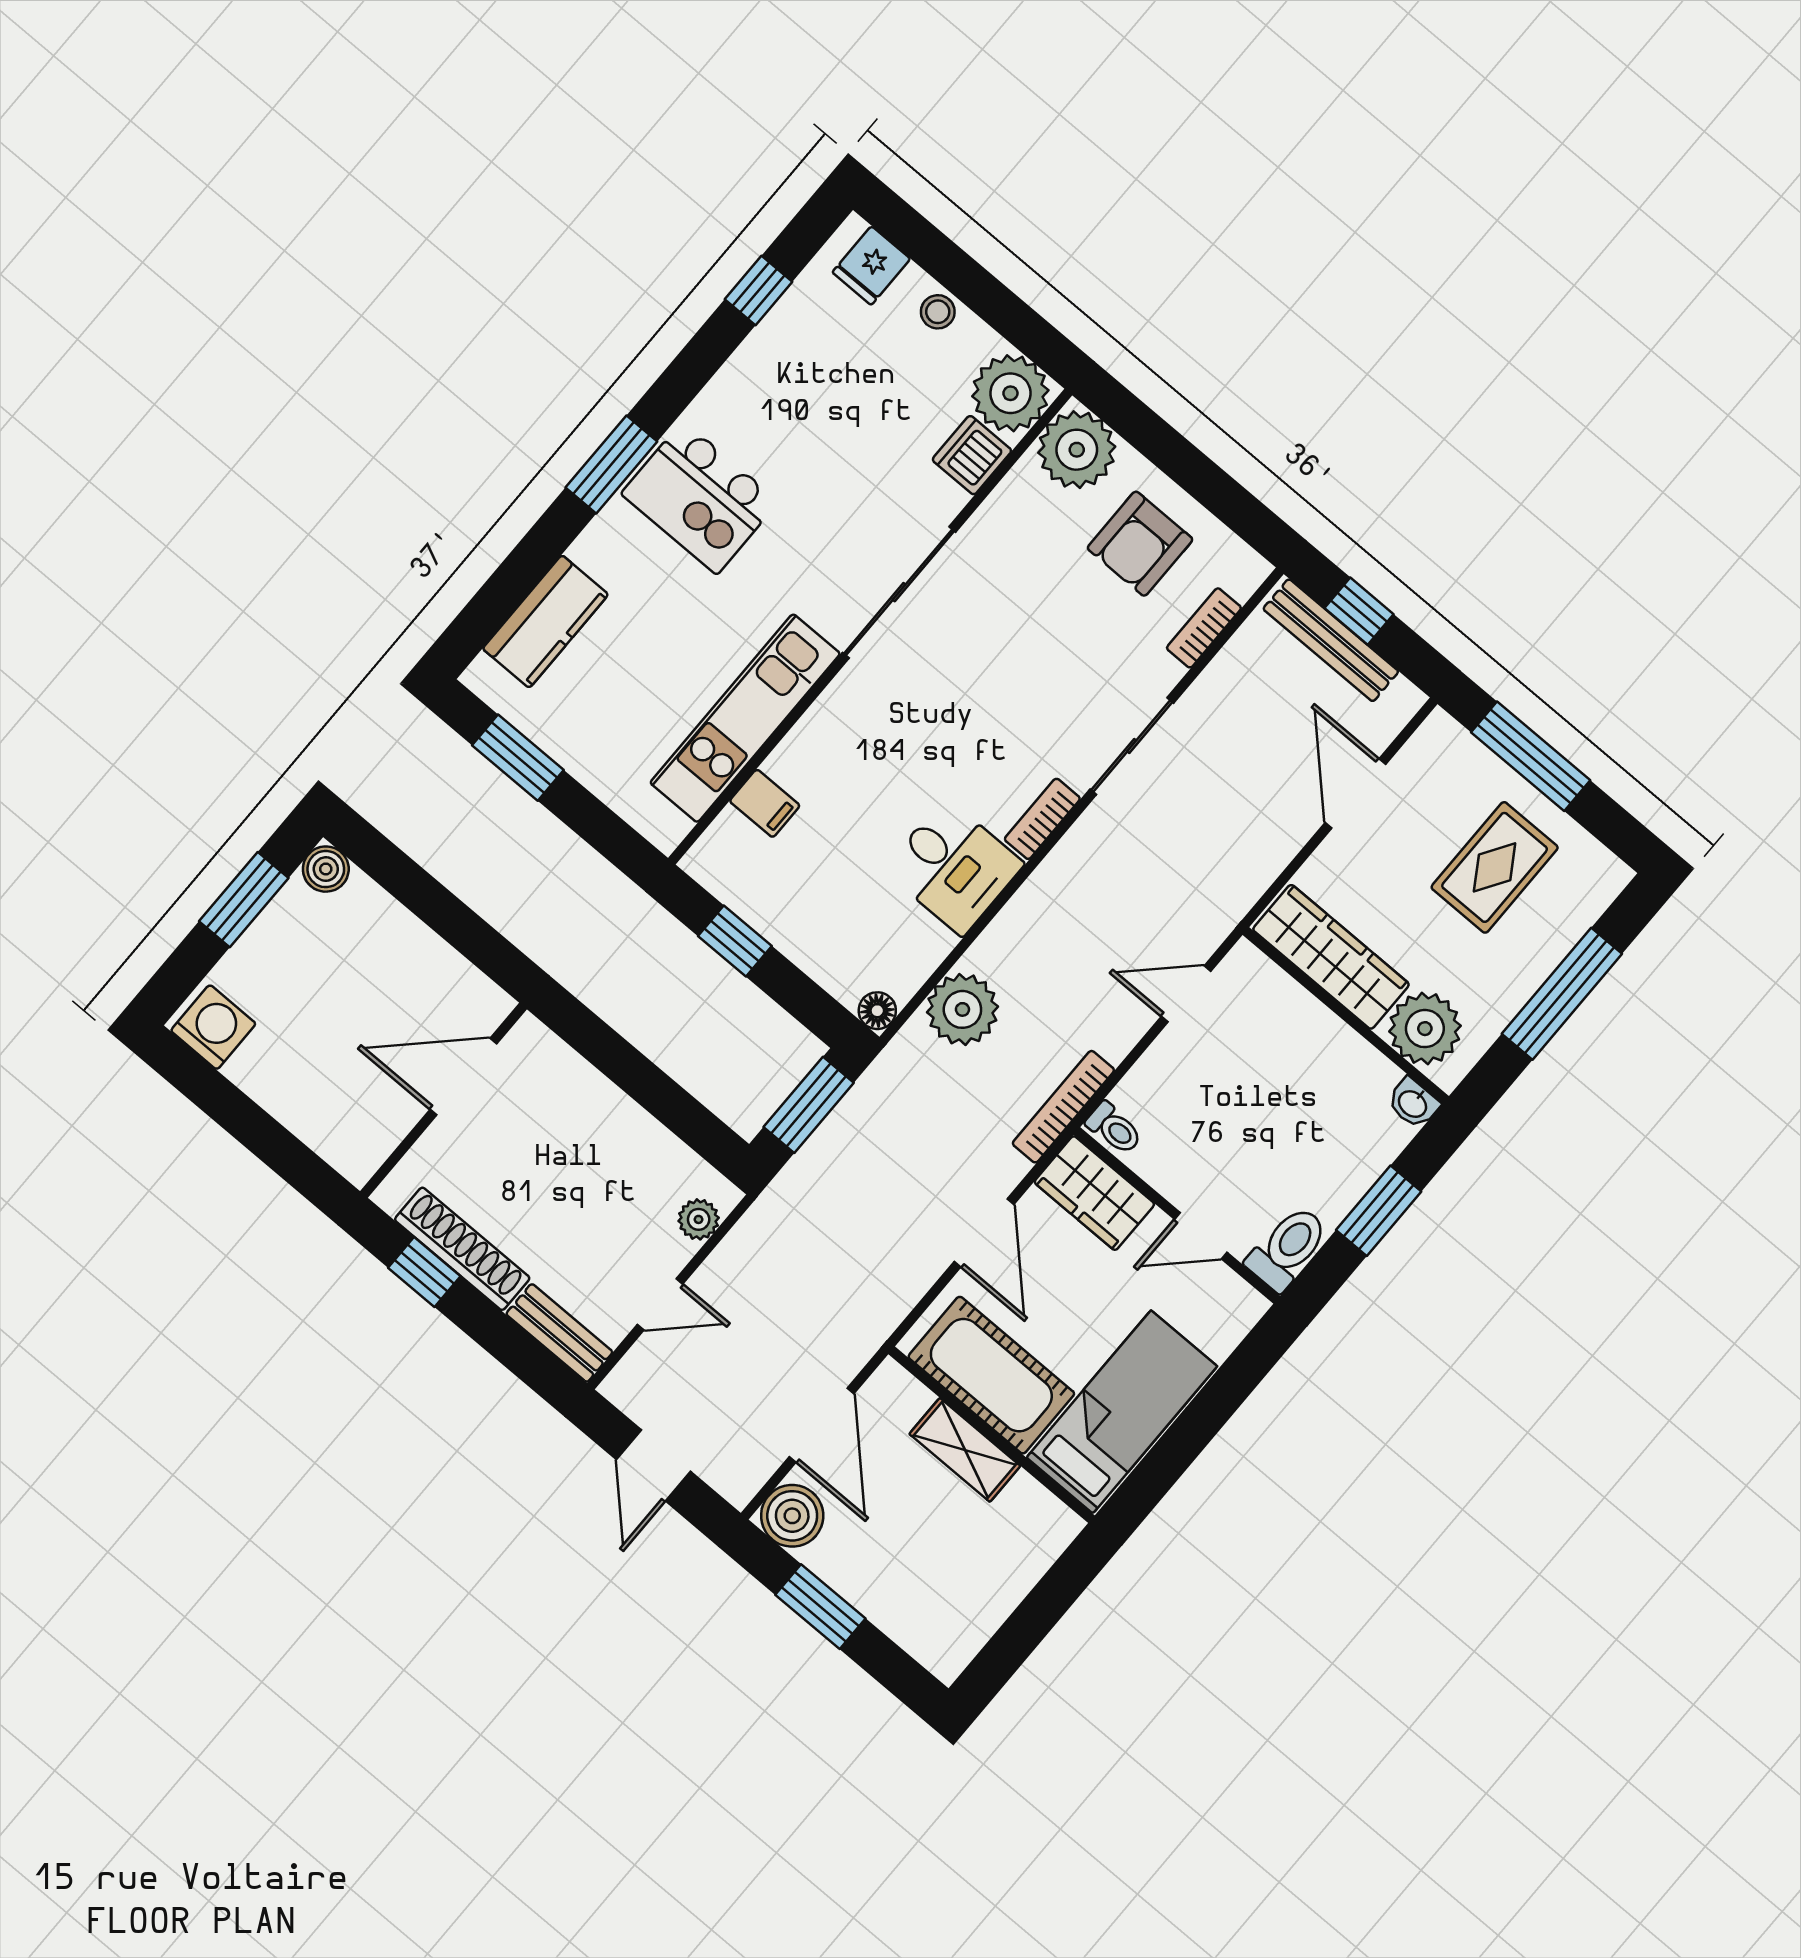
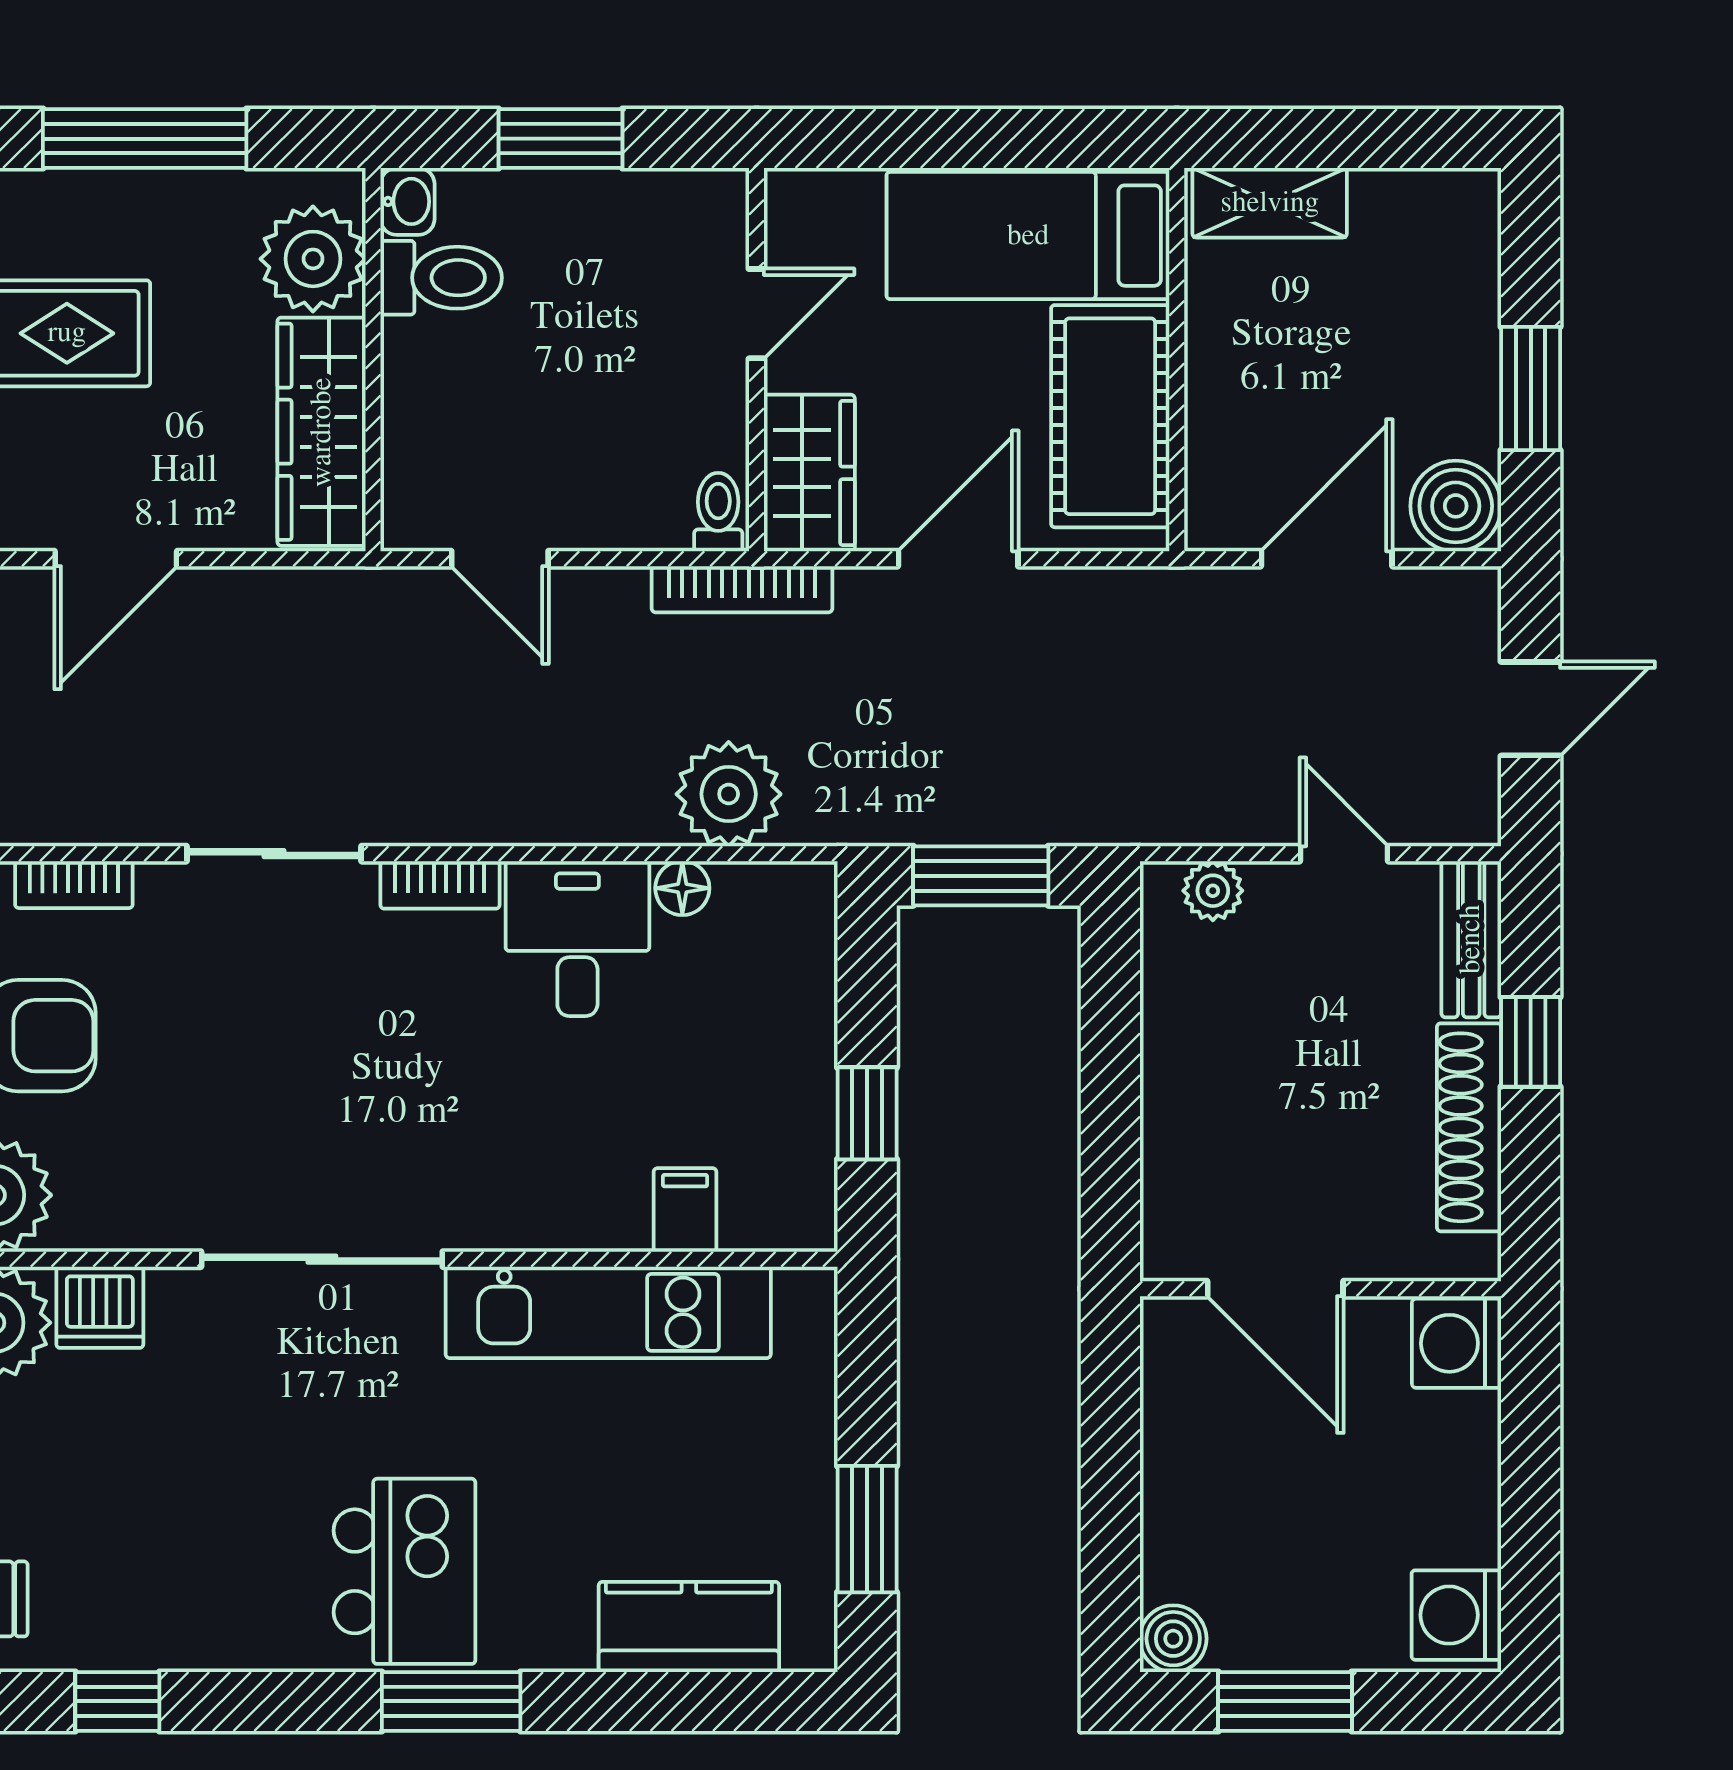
floor lamp: (877, 1011) -> (682, 888), moved
washing machine: (355, 1147) -> (1457, 1343), added
door: (1201, 1236) -> (756, 314), hinge flipped
toilet: (1288, 1248) -> (441, 278), moved, turned 180
window: (424, 1272) -> (1531, 1042), moved
shelving: (965, 1450) -> (1270, 203), moved, turned 90

